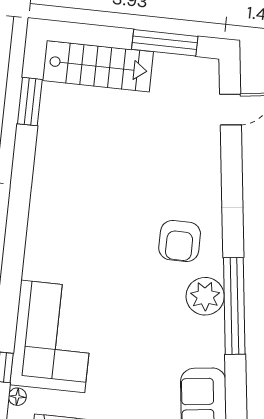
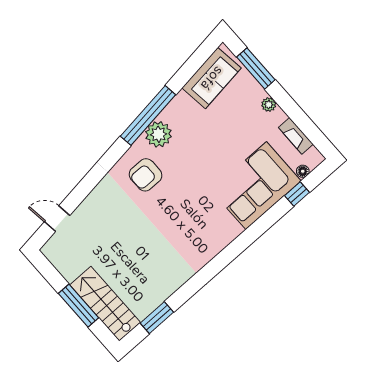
window: (165, 43) -> (78, 306), moved
armchair: (180, 241) -> (146, 175), turned 180

